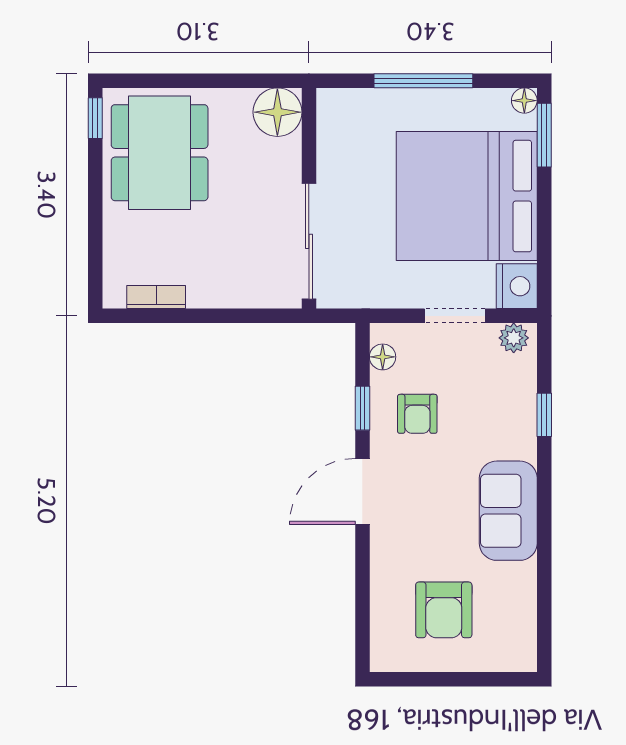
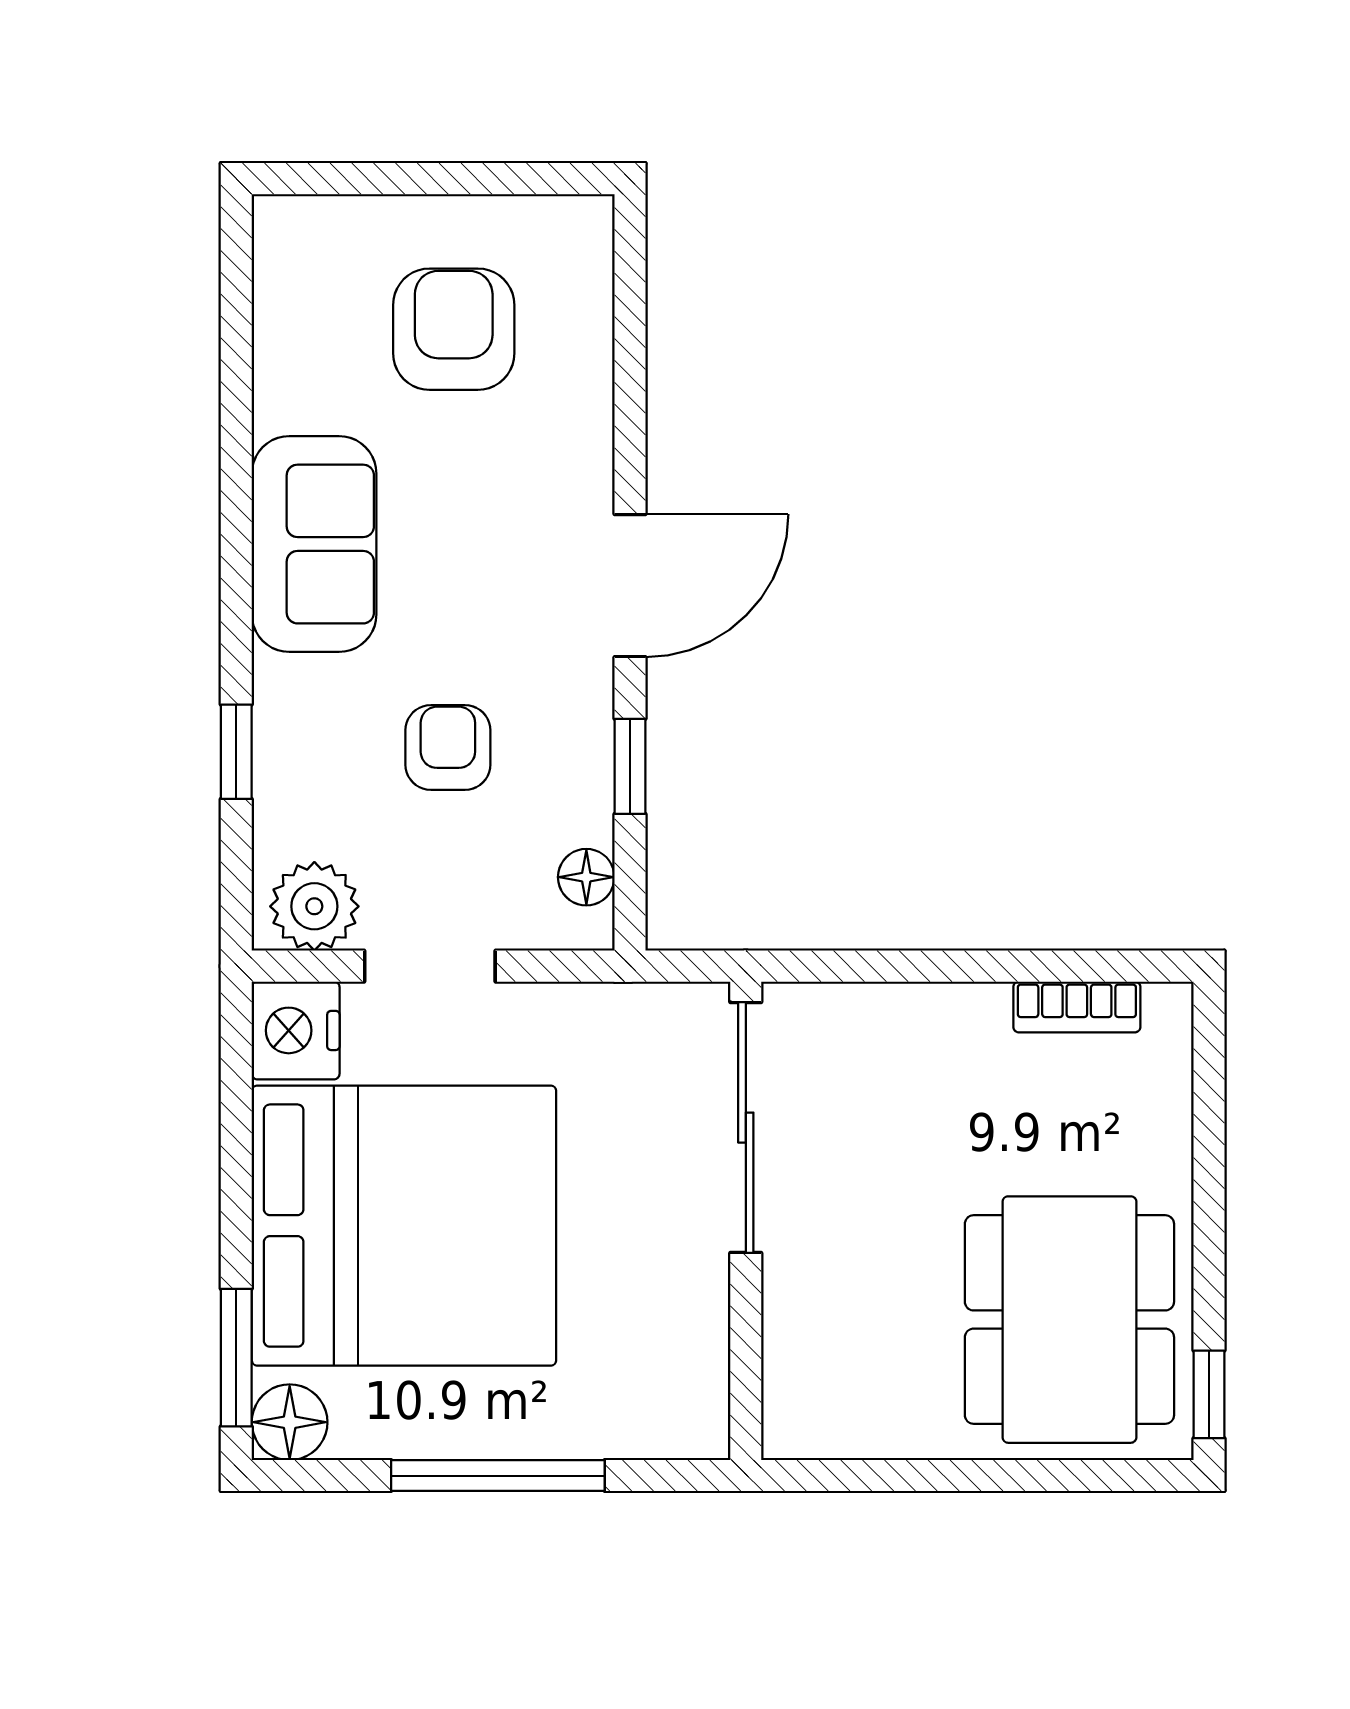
floor lamp: (524, 101) -> (290, 1422), width x1.37, depth x1.37
floor lamp: (277, 112) -> (814, 1407), removed
plant: (514, 338) -> (314, 906), width x1.38, depth x1.38
armchair: (417, 414) -> (448, 747), moved

